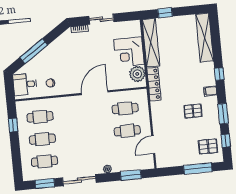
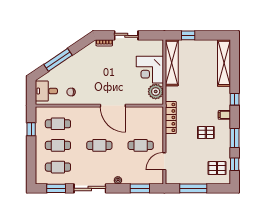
locker: (154, 84) -> (171, 117), moved
door: (95, 93) -> (113, 106), swing flipped
cafe table: (125, 109) -> (99, 145), moved
window: (198, 168) -> (193, 188), moved

